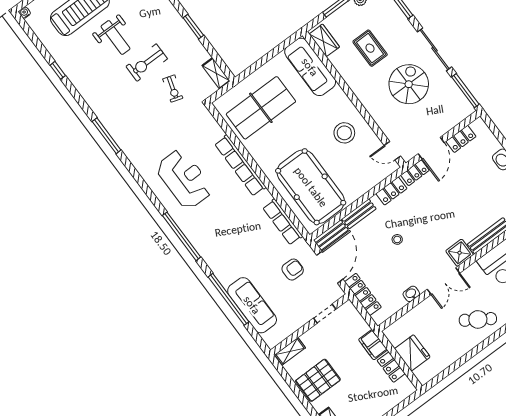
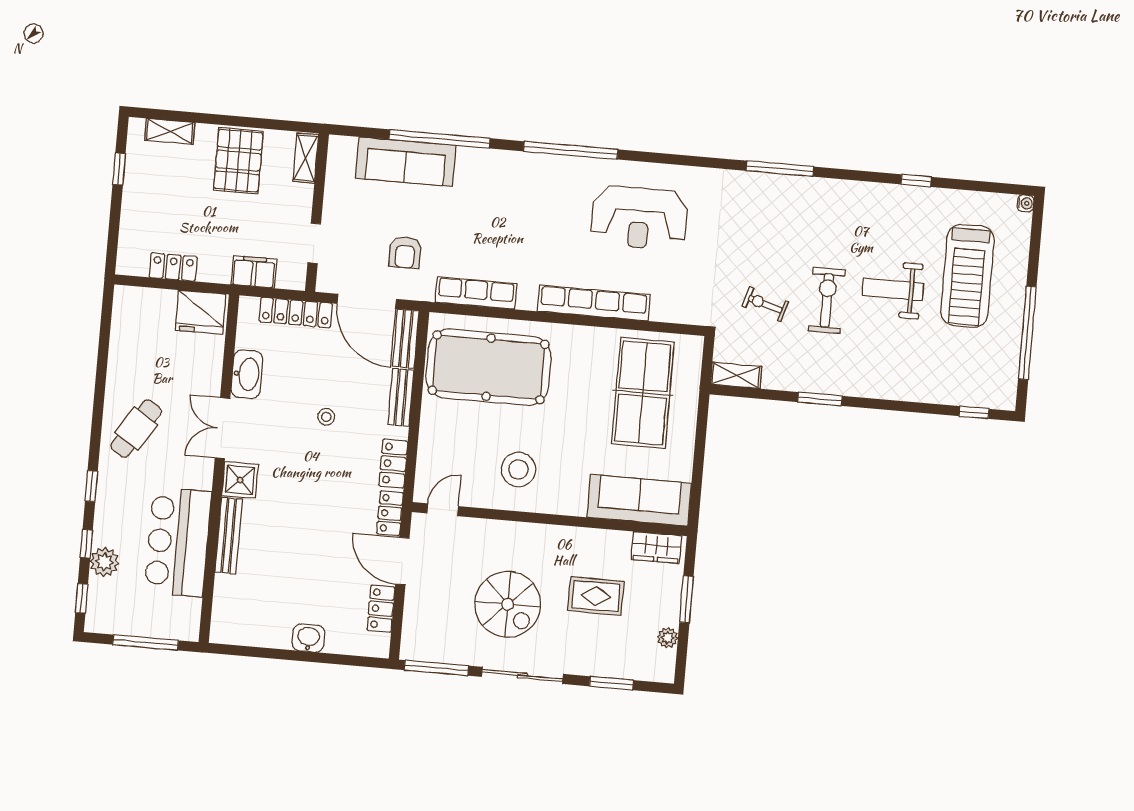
washbasin: (411, 294) -> (247, 374), width x1.91, depth x1.45
filing cabinet: (373, 345) -> (254, 272), moved
fridge: (412, 353) -> (201, 312), moved

